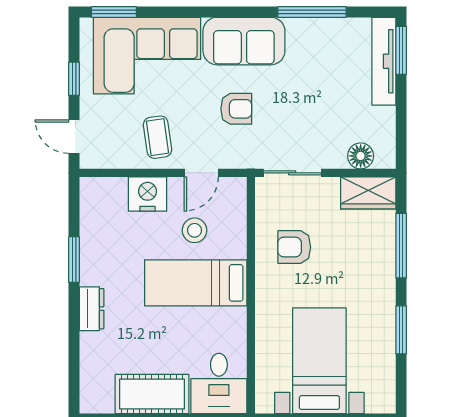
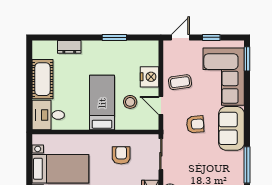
armchair: (236, 109) -> (195, 124), turned -94
dresser: (92, 309) -> (69, 47), moved

